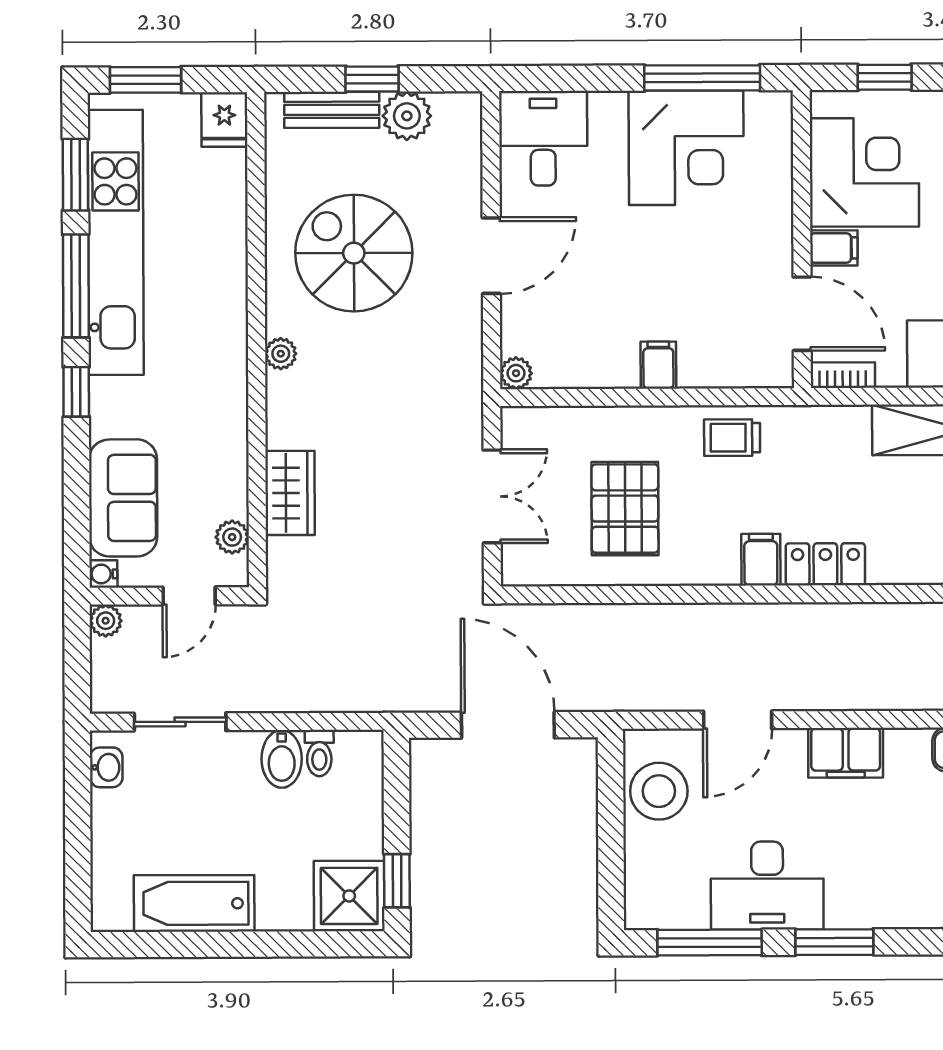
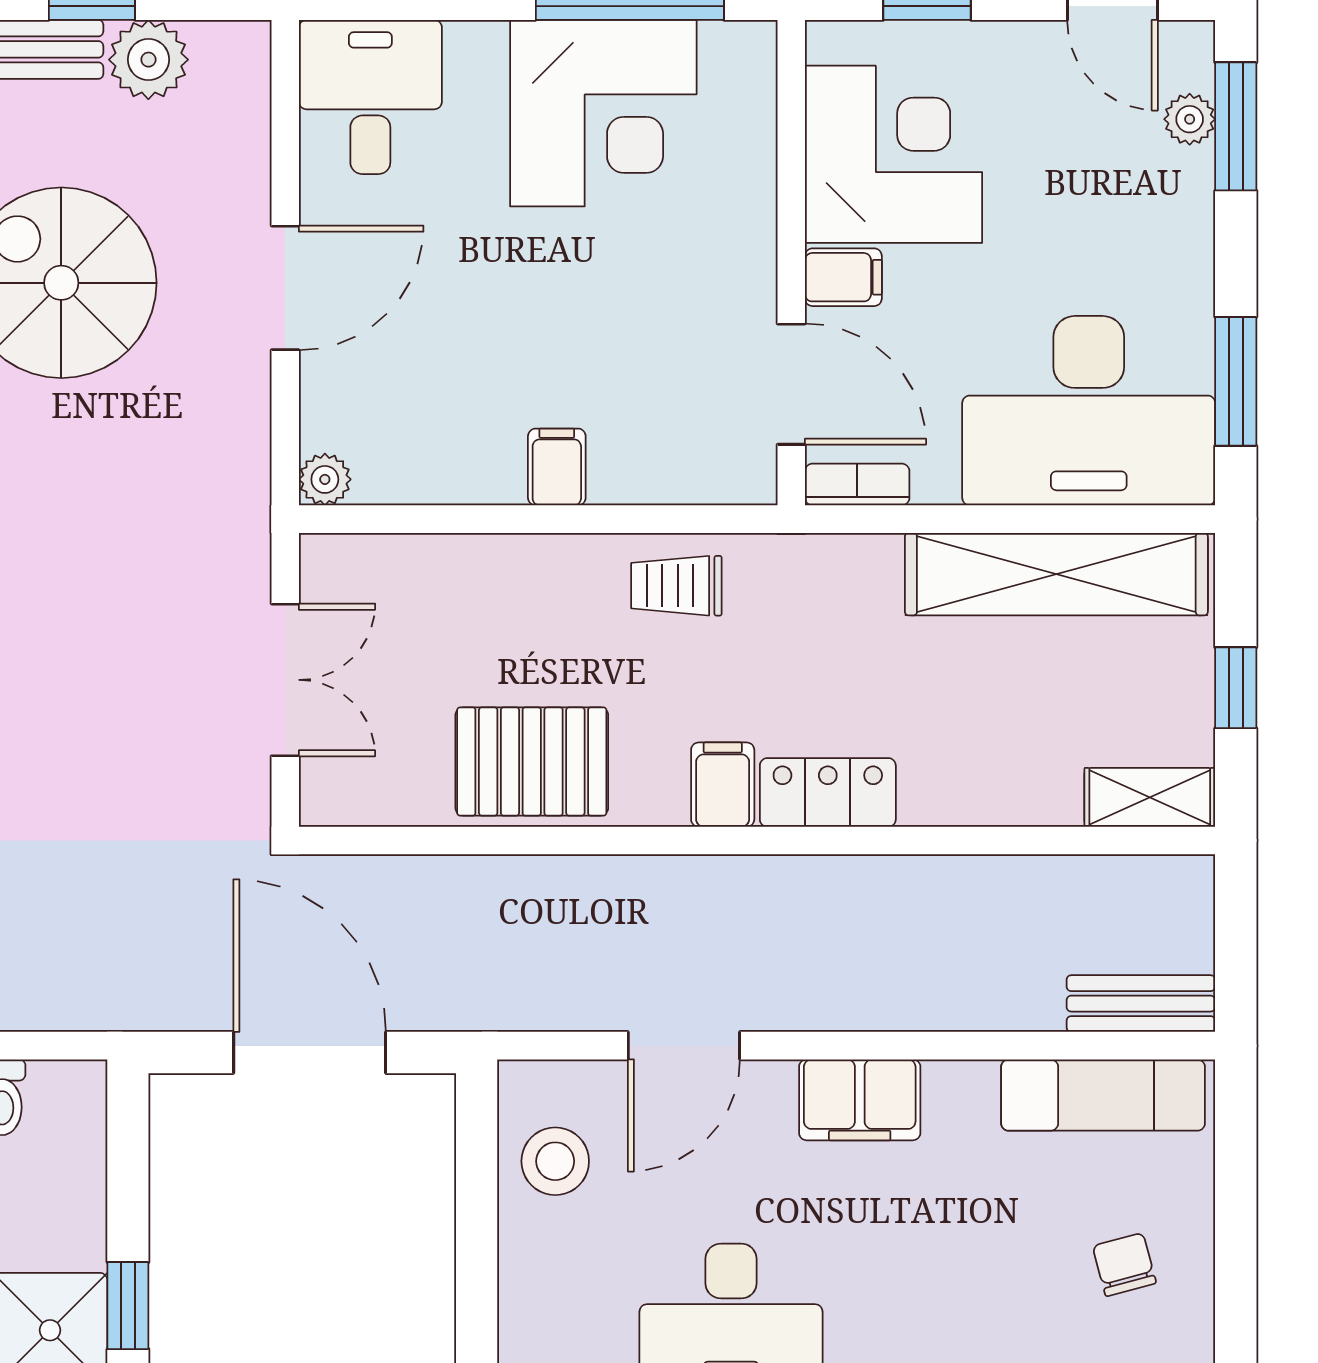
pallet: (625, 509) -> (532, 761), moved, turned 90
stool: (659, 791) -> (555, 1161), width x0.73, depth x0.73

